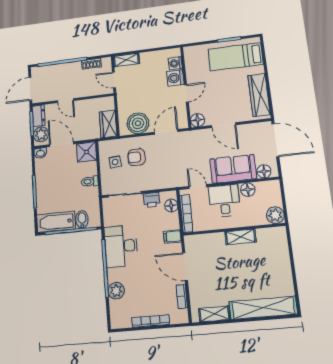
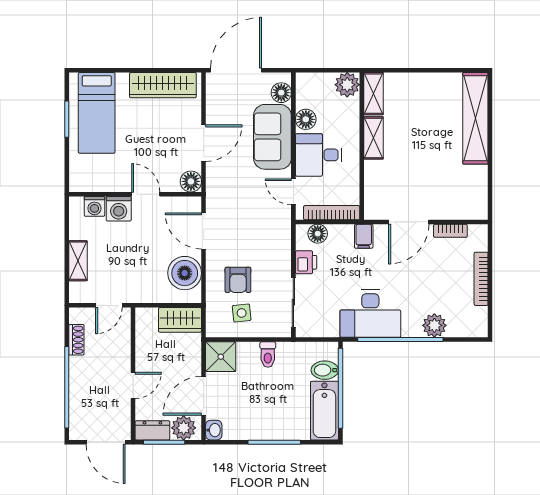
shelving: (126, 60) -> (78, 261), moved
door: (198, 187) -> (293, 192), hinge flipped
shelving: (214, 314) -> (374, 94), moved

